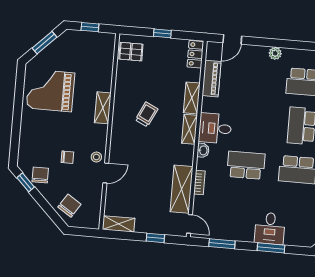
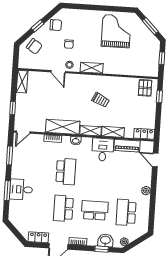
window: (162, 33) -> (159, 97), moved
shelving: (103, 108) -> (92, 68), moved
desk: (215, 128) -> (103, 150), moved
window: (26, 182) -> (38, 26), moved
shelving: (181, 189) -> (63, 127), moved

